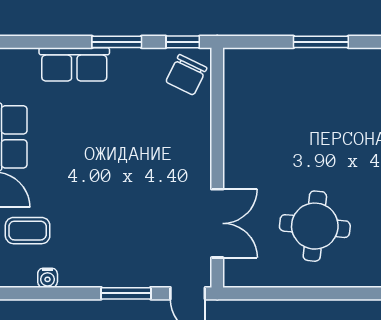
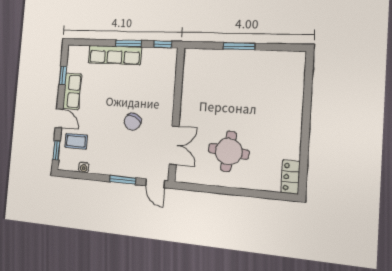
row of seats: (74, 64) -> (115, 55), width x1.48
chair: (186, 75) -> (132, 122), moved

